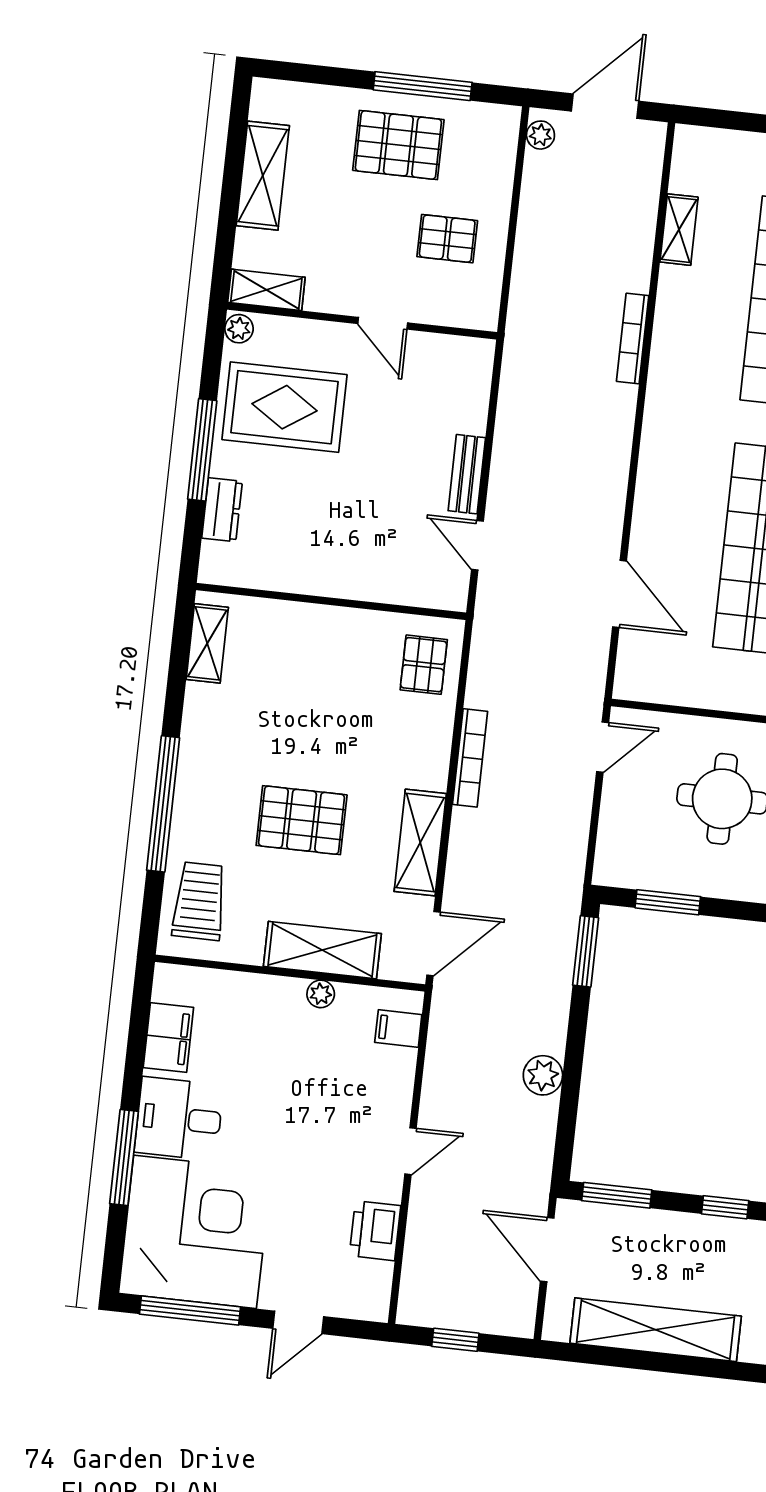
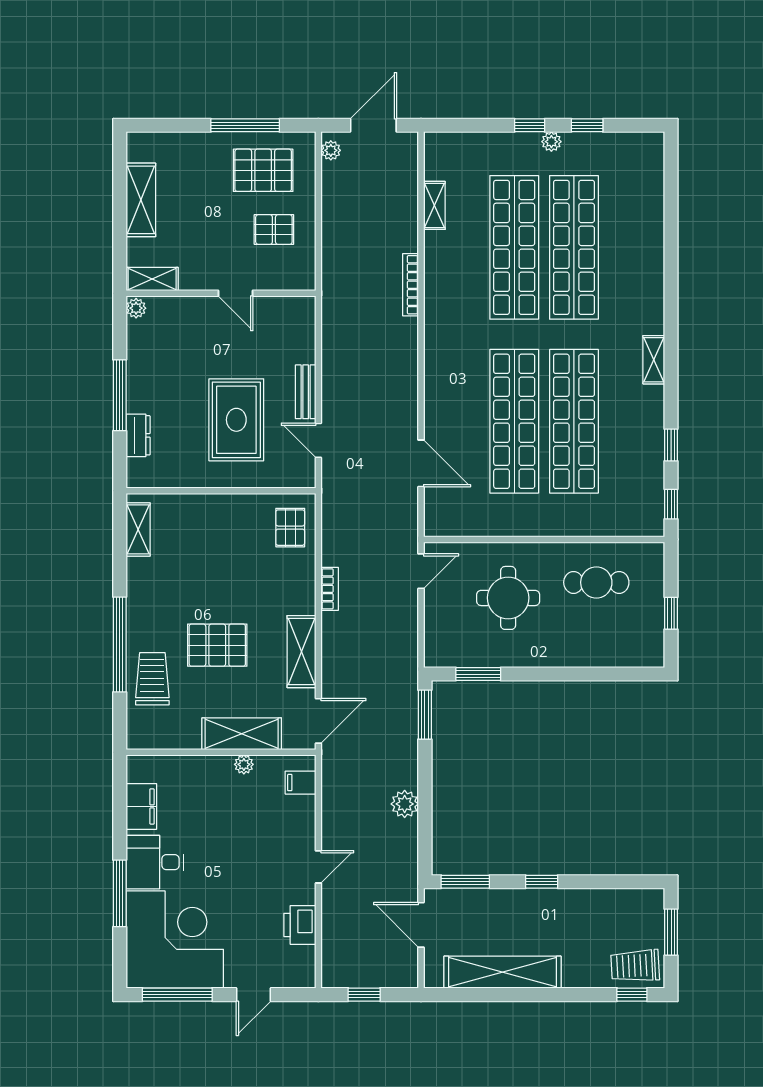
pallet: (398, 145) -> (263, 170), moved
rug: (285, 407) -> (236, 420), moved, turned 90
bookcase: (470, 758) -> (330, 589), width x0.64
trolley: (199, 901) -> (152, 679), moved

